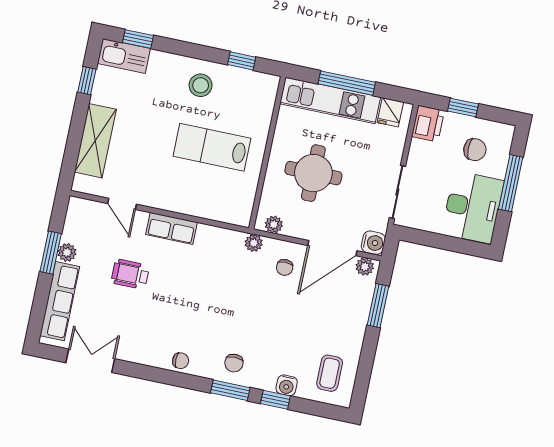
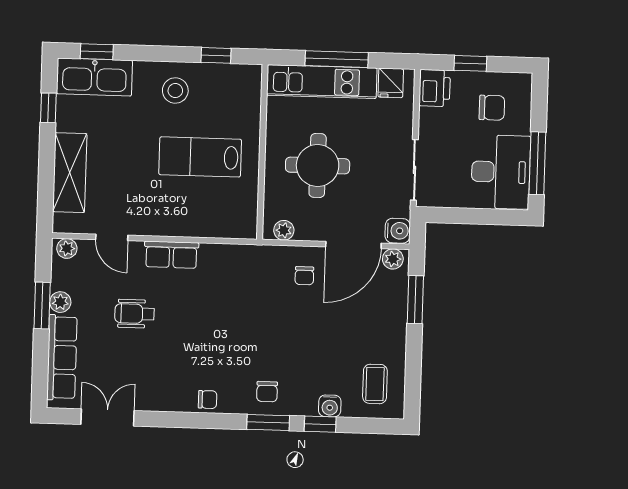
kitchen sink: (124, 56) -> (94, 77), width x1.36, depth x1.24
window: (511, 183) -> (537, 163), moved
plant: (254, 243) -> (67, 248), moved

